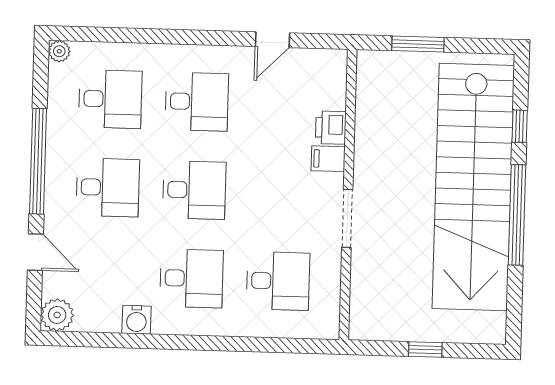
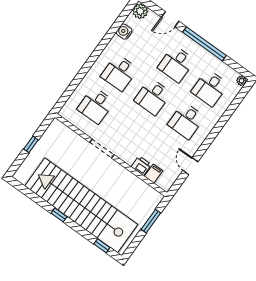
window: (520, 126) -> (102, 246), moved
filing cabinet: (328, 159) -> (154, 174), moved
window: (517, 215) -> (59, 215), width x0.32
water cooler: (136, 320) -> (124, 32), moved

